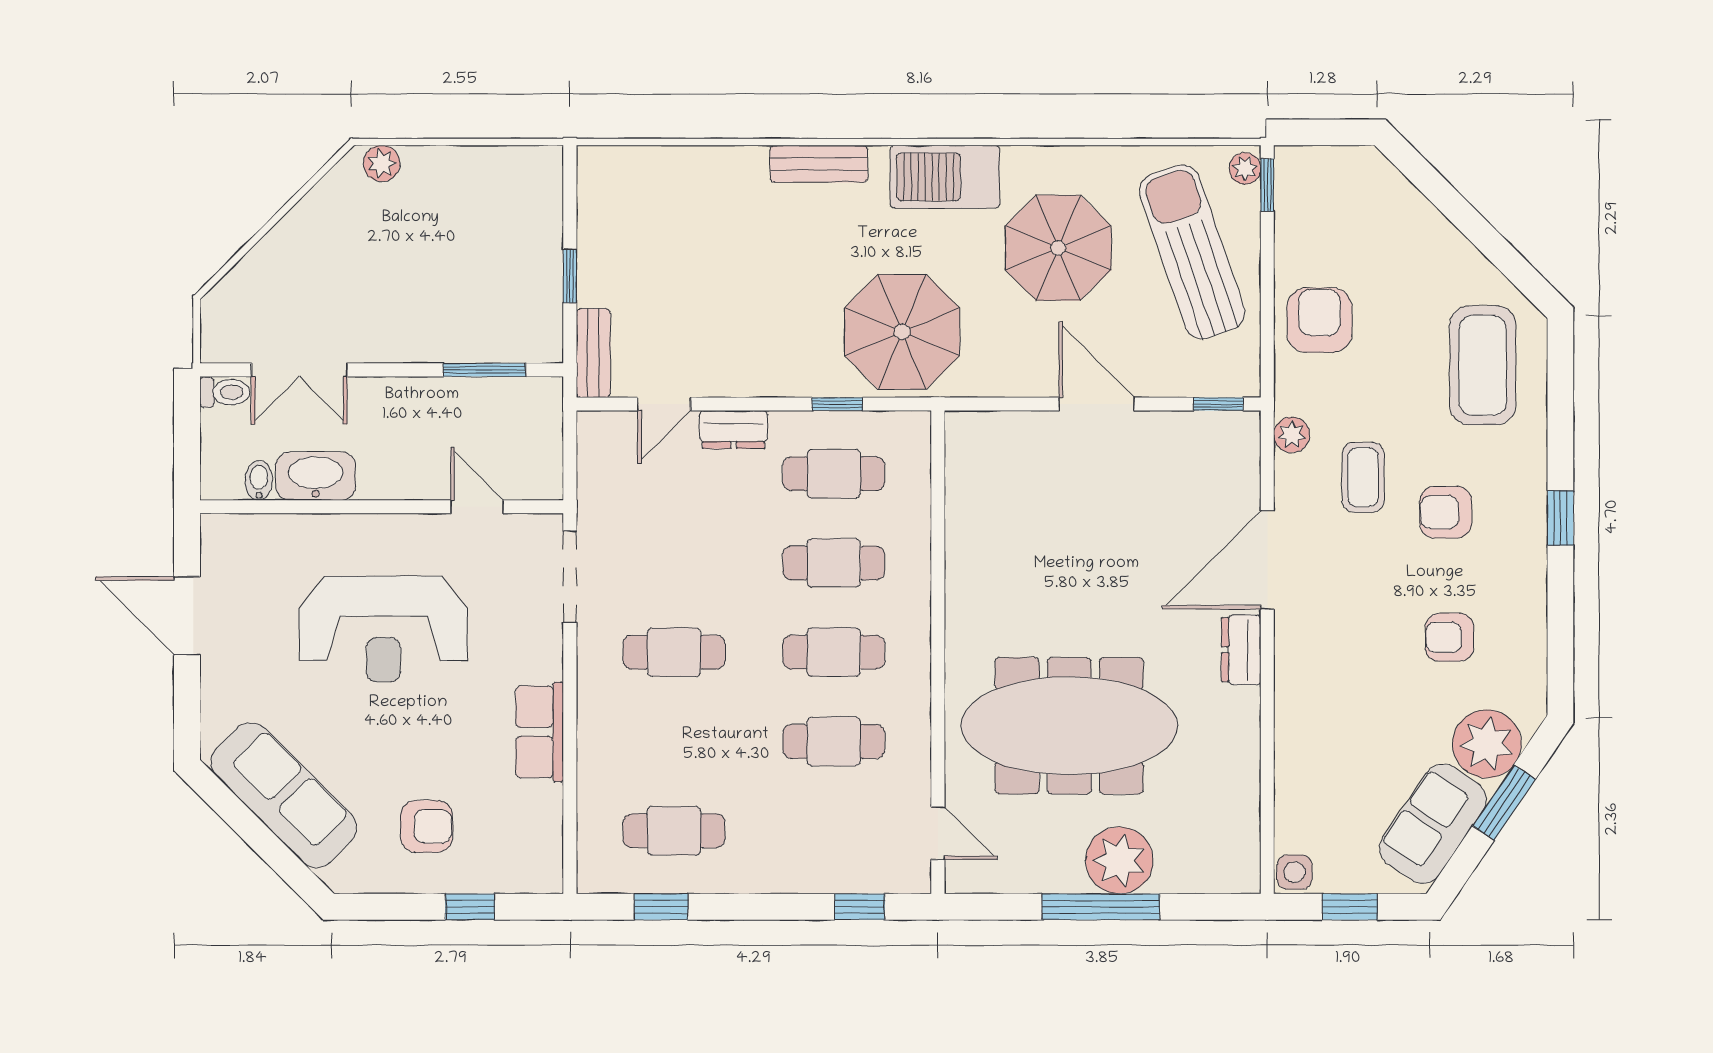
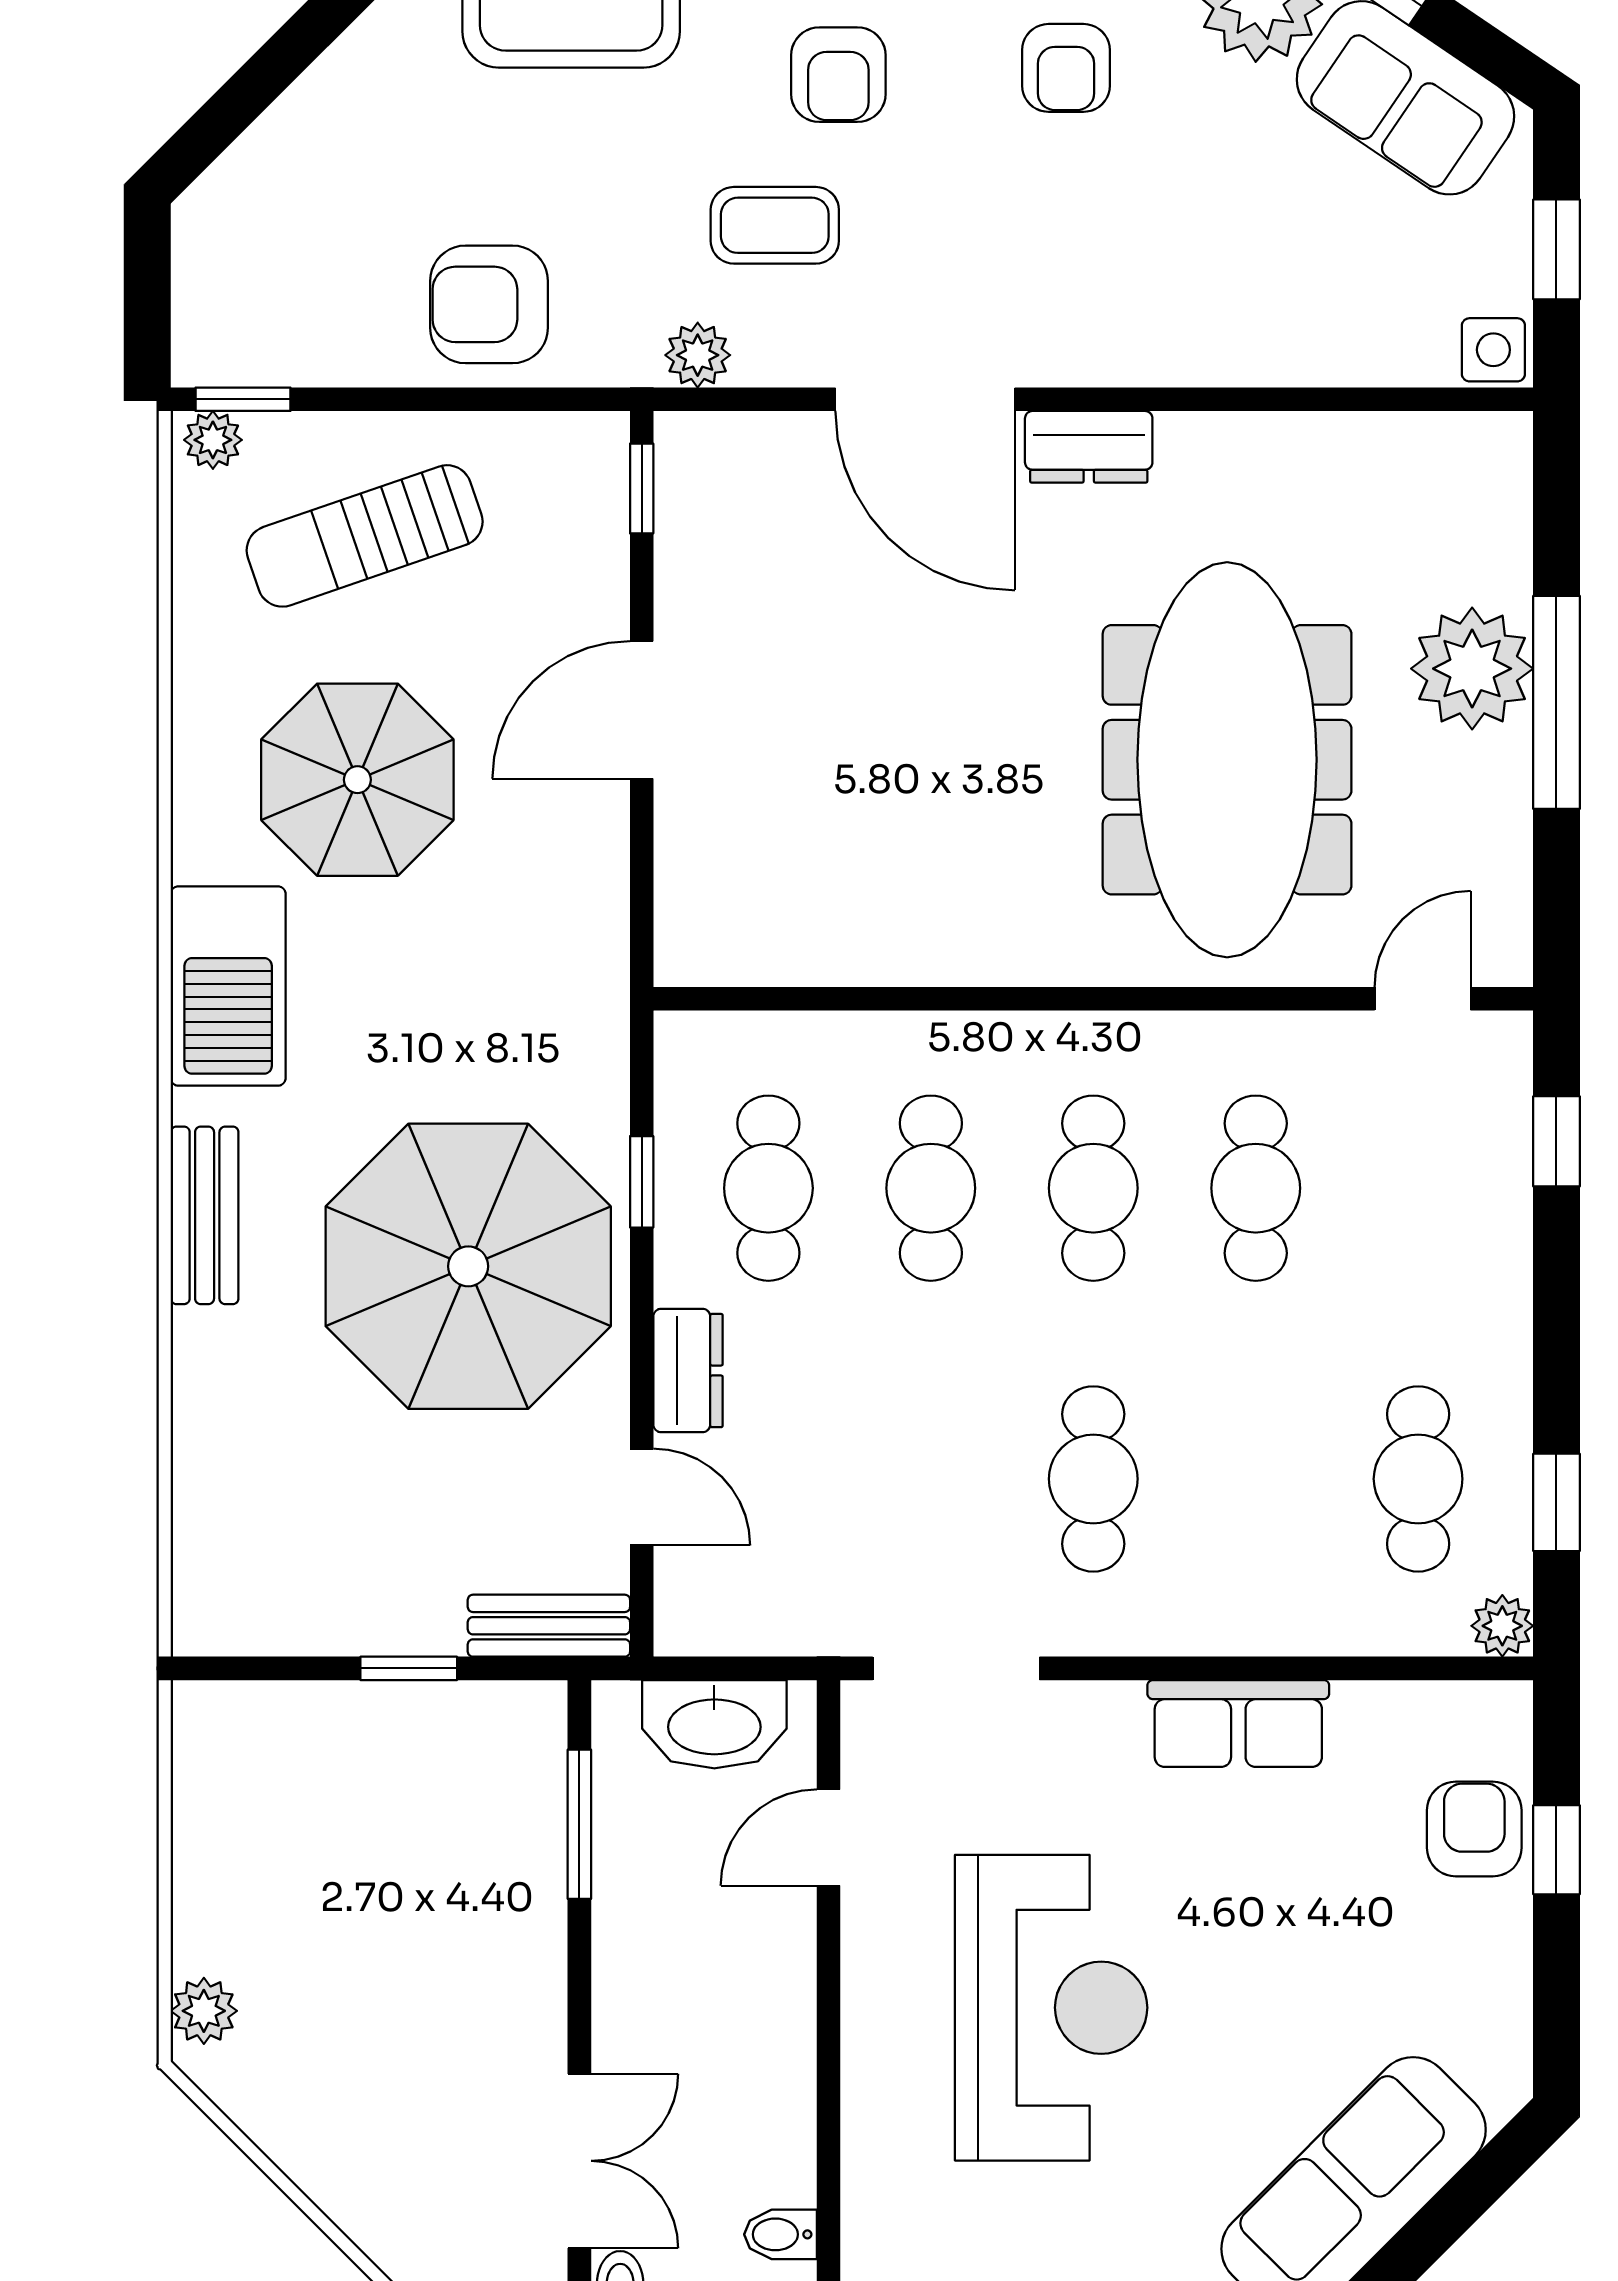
sun lounger: (1192, 252) -> (365, 536), width x0.73, depth x0.75
parasol: (902, 332) -> (468, 1266), moved, width x1.36, depth x1.36
washbasin: (316, 476) -> (714, 1724), moved, turned -90
armchair: (427, 826) -> (1474, 1829), moved
plant: (593, 877) -> (1502, 1626), added

